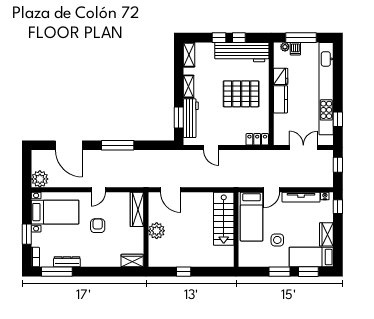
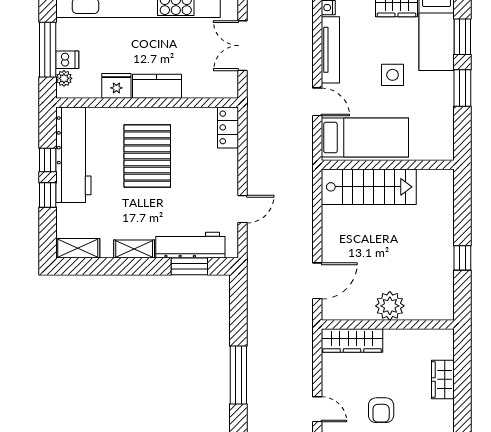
armchair: (98, 226) -> (381, 410), turned -90
side table: (277, 240) -> (393, 75), moved
wardrobe: (132, 261) -> (443, 379), moved

